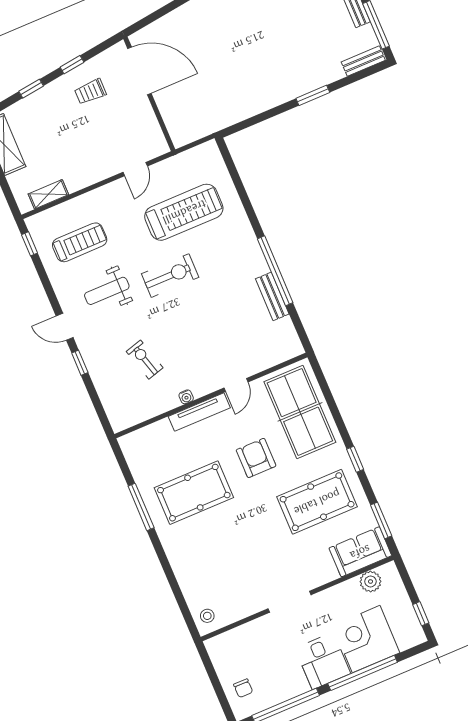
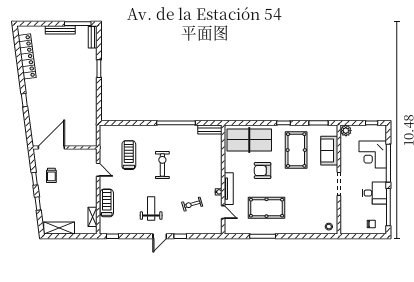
treadmill: (184, 212) -> (129, 155), width x0.73, depth x0.73
treadmill: (80, 242) -> (107, 203), moved
exercise bike: (170, 276) -> (162, 165), moved
weight bench: (107, 291) -> (151, 208), turned 180
bench: (272, 296) -> (210, 130), moved
door: (236, 385) -> (223, 212), moved
pool table: (194, 493) -> (267, 208), turned 90
sofa: (360, 552) -> (329, 151), moved
plant: (370, 581) -> (346, 131), moved
desk: (323, 661) -> (374, 193), moved

